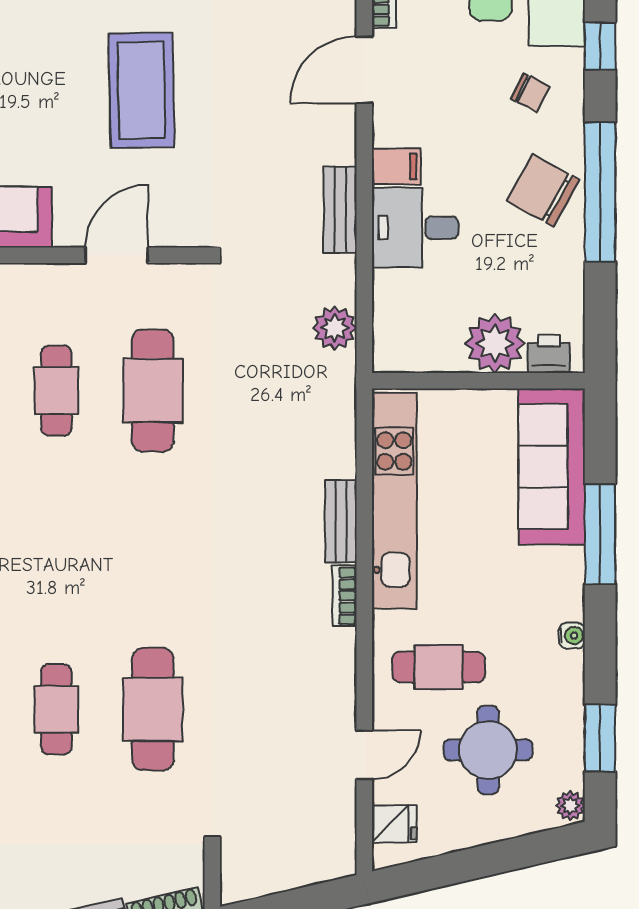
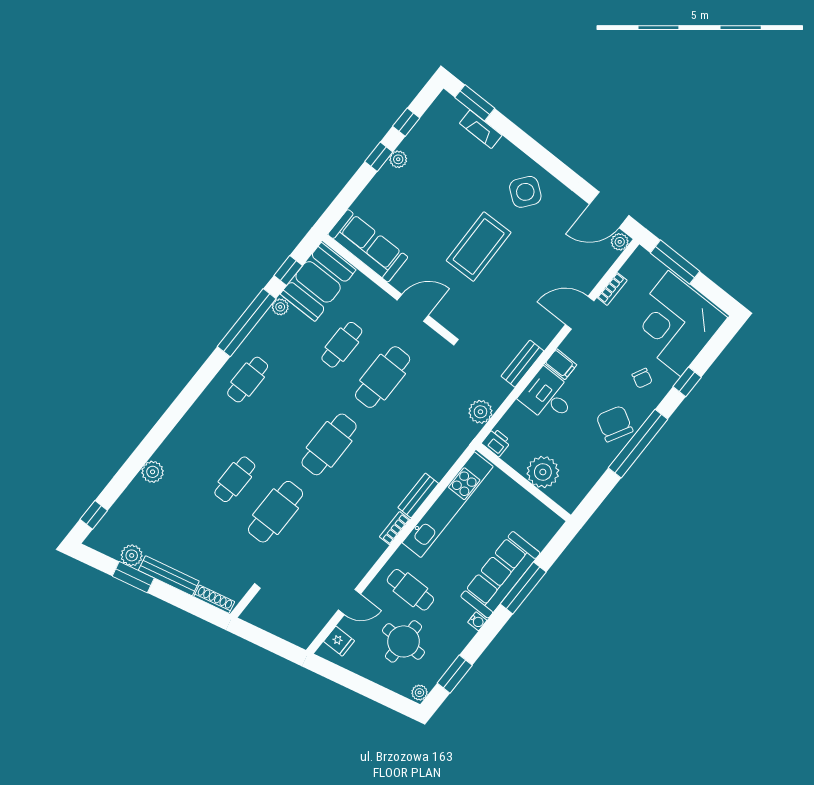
printer: (549, 354) -> (496, 442), moved
sofa: (552, 466) -> (500, 575), moved
cafe table: (153, 550) -> (329, 444), added

